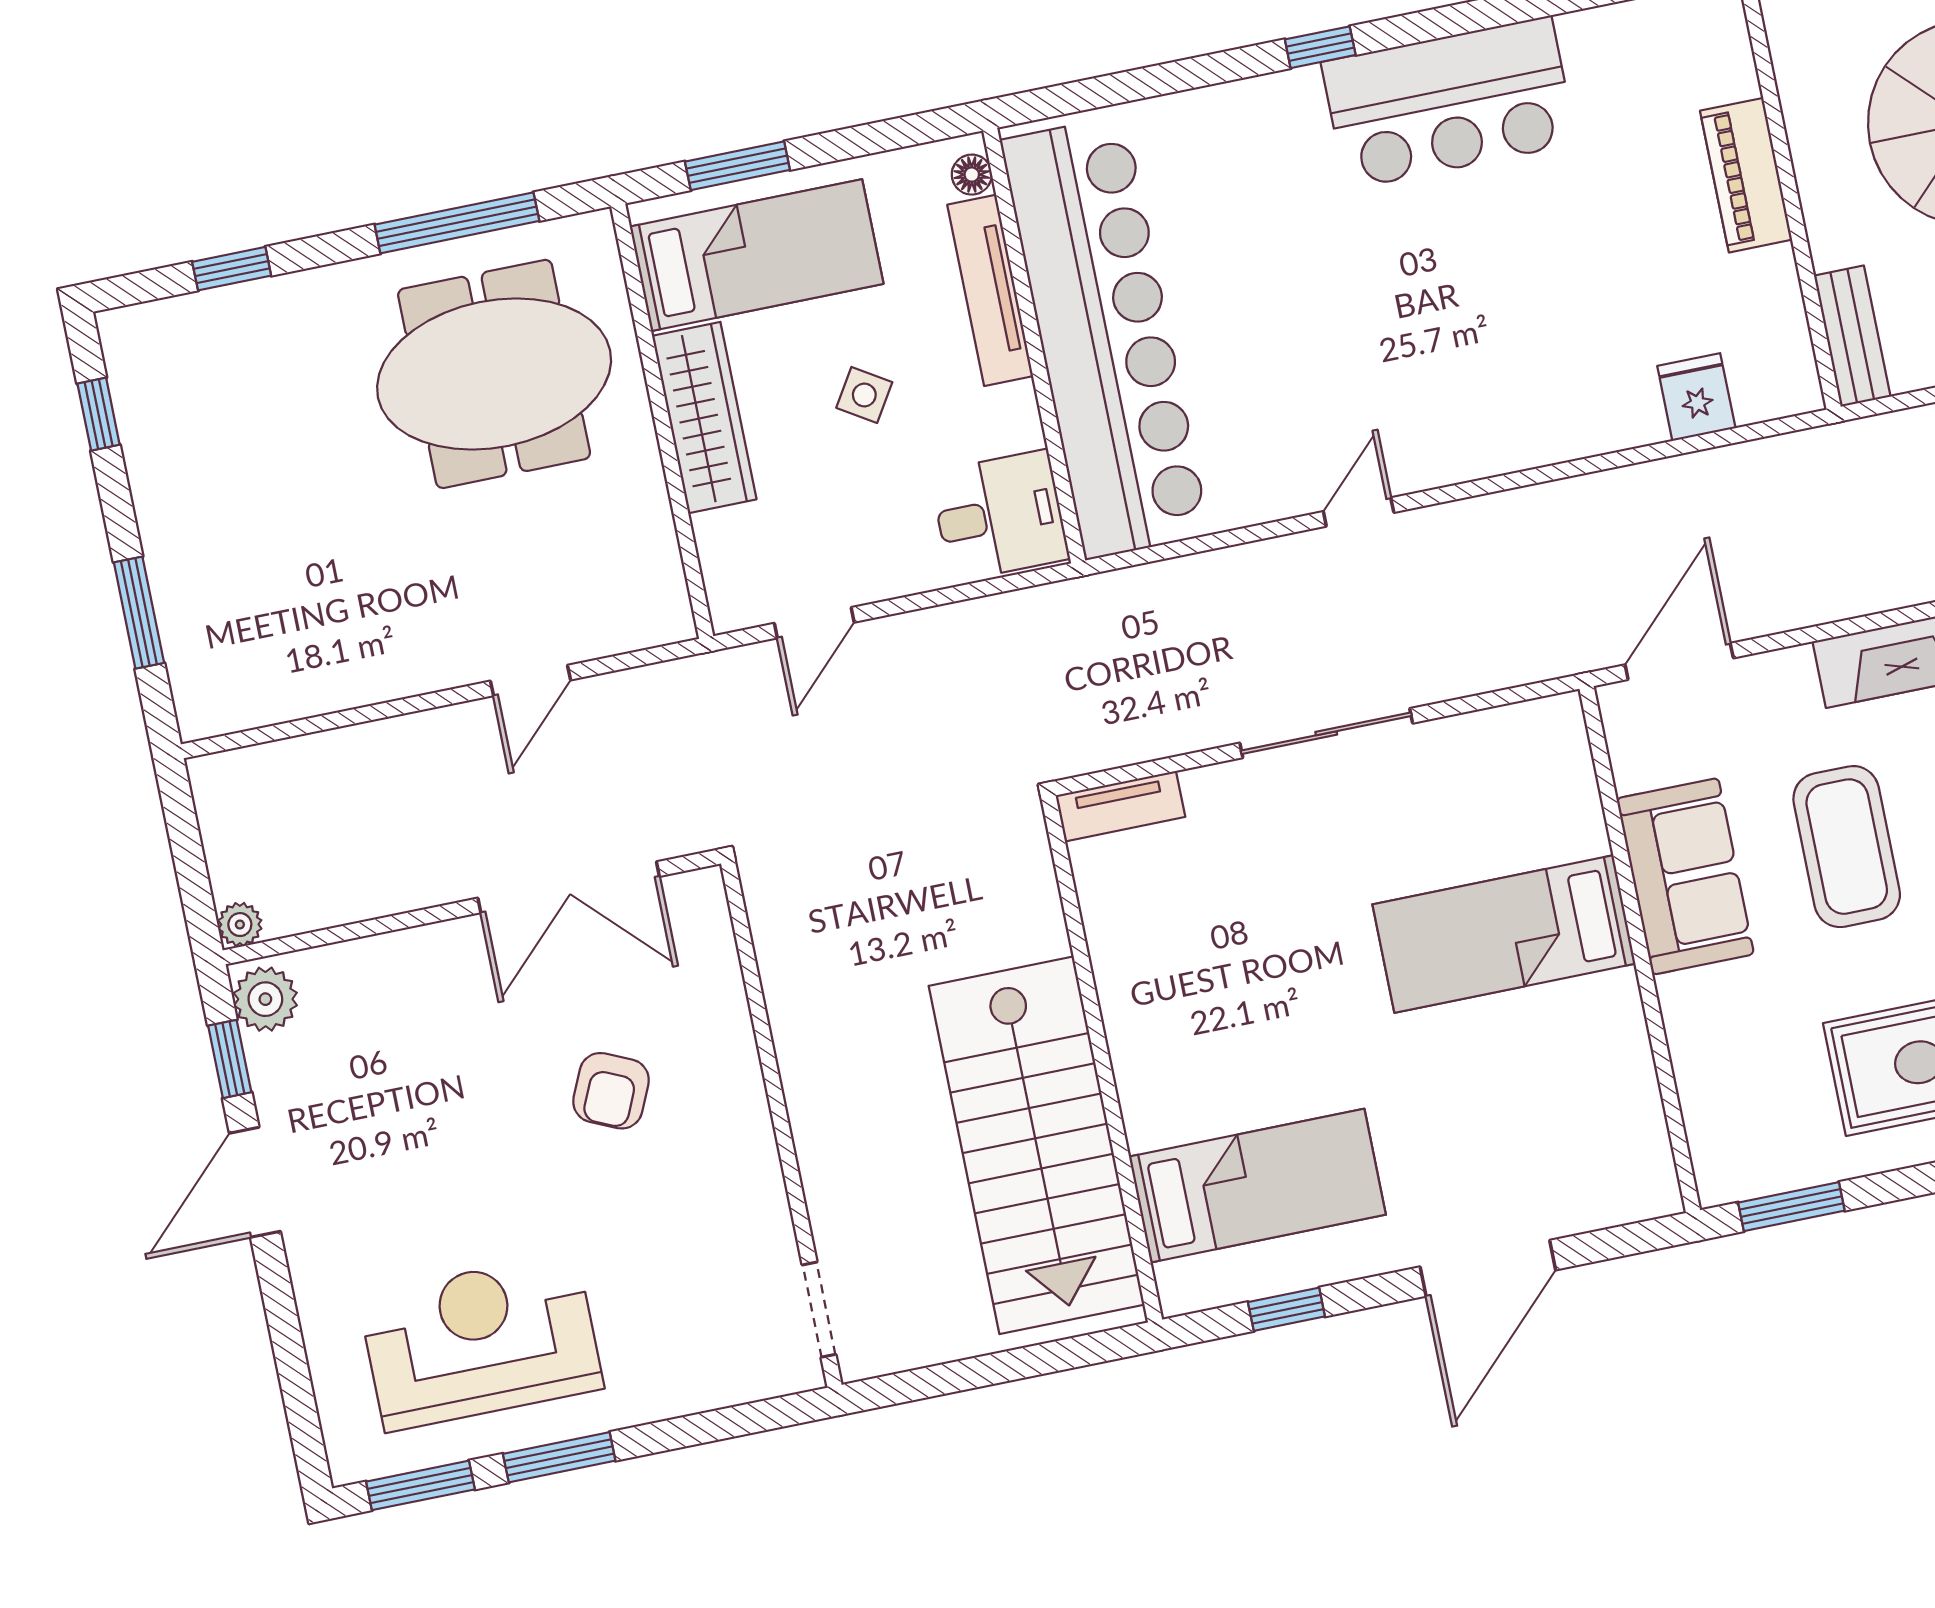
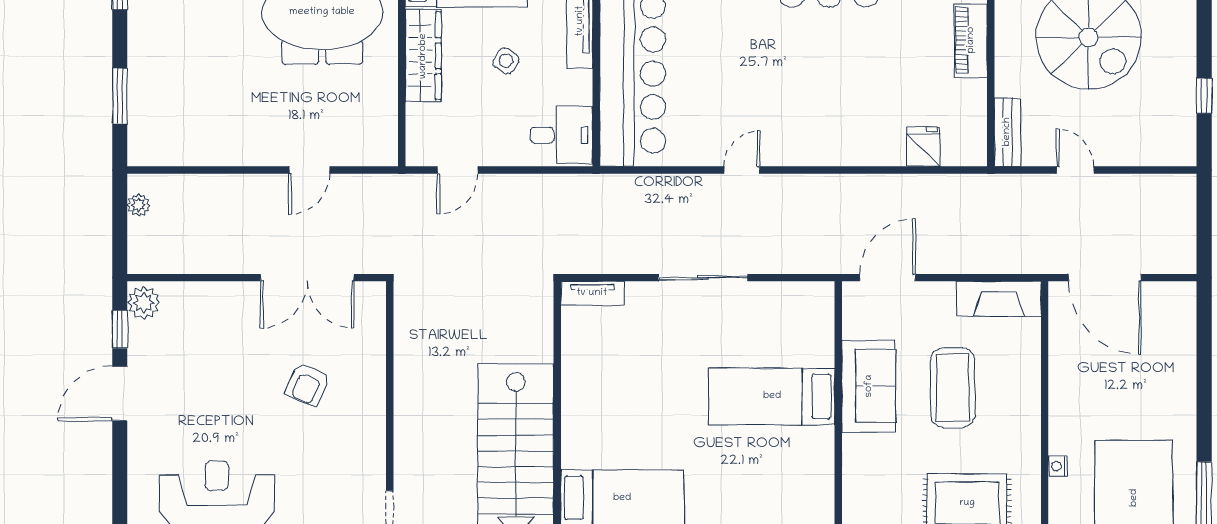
plant: (240, 925) -> (139, 205), moved

